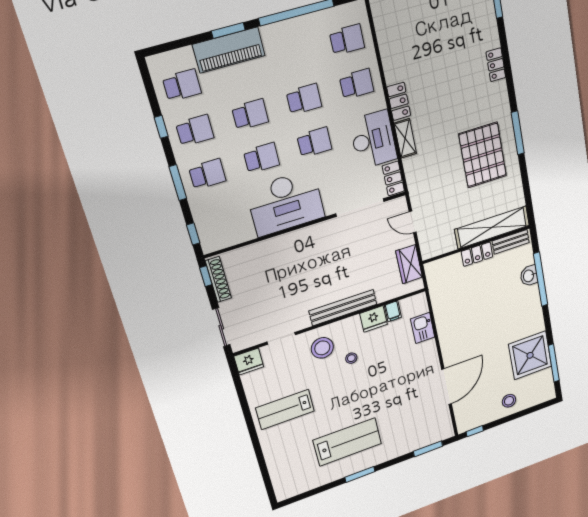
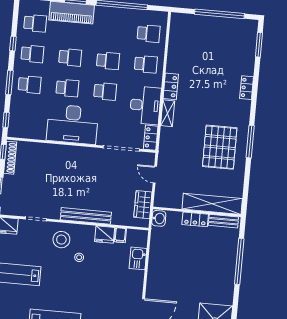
washbasin: (529, 276) -> (159, 218), moved, turned 180

